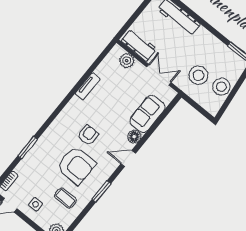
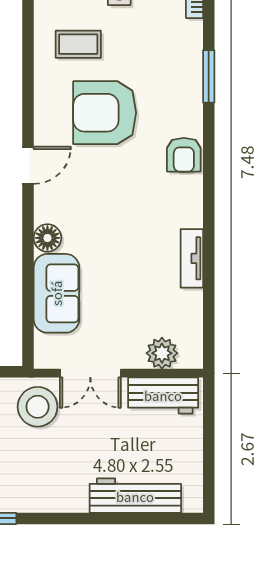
stool: (199, 75) -> (38, 407), moved
armchair: (88, 135) -> (184, 155), moved
door: (128, 159) -> (28, 165), moved
window: (101, 191) -> (28, 103), removed

